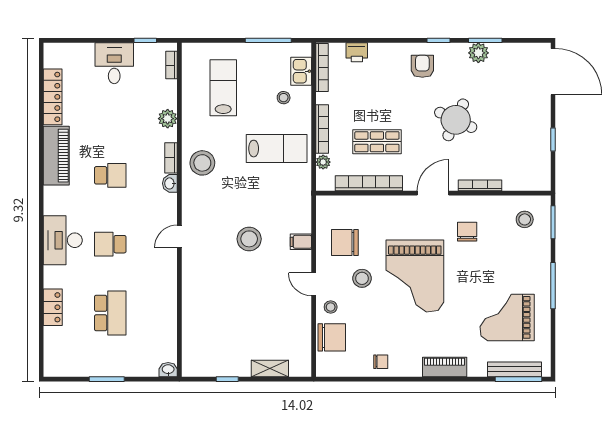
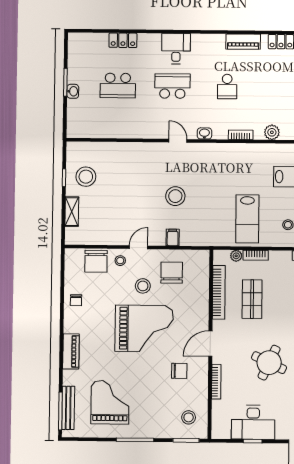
bookcase: (322, 129) -> (256, 255), width x0.64
desk: (530, 139) -> (253, 422), added
piano: (56, 156) -> (243, 42), width x0.73, depth x0.75
stool: (202, 163) -> (86, 177), moved
washbasin: (170, 183) -> (204, 133), moved
door: (433, 193) -> (210, 344), swing flipped
desk: (63, 240) -> (176, 49), width x0.73
school desk: (110, 244) -> (172, 86), width x1.85
grand piano: (415, 276) -> (144, 328), turned 180
washbasin: (168, 370) -> (73, 91), moved

